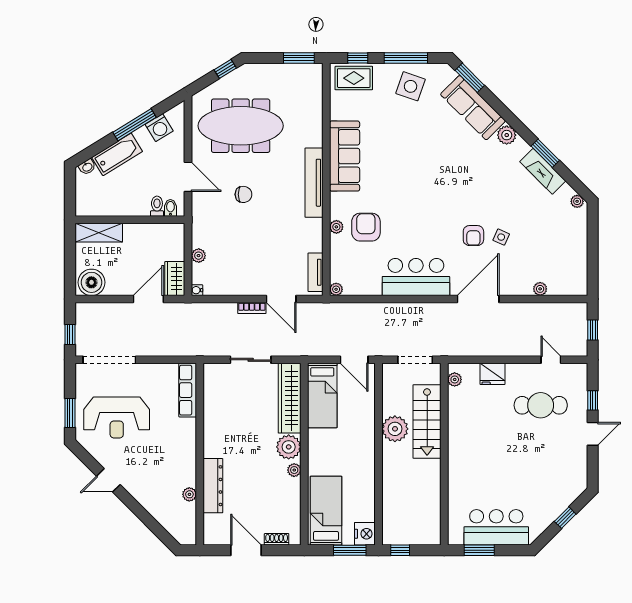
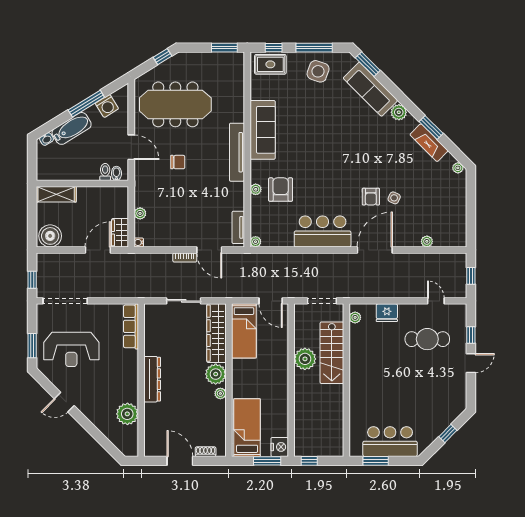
dresser: (213, 486) -> (152, 379), moved
plant: (189, 494) -> (127, 414), width x1.88, depth x1.88

